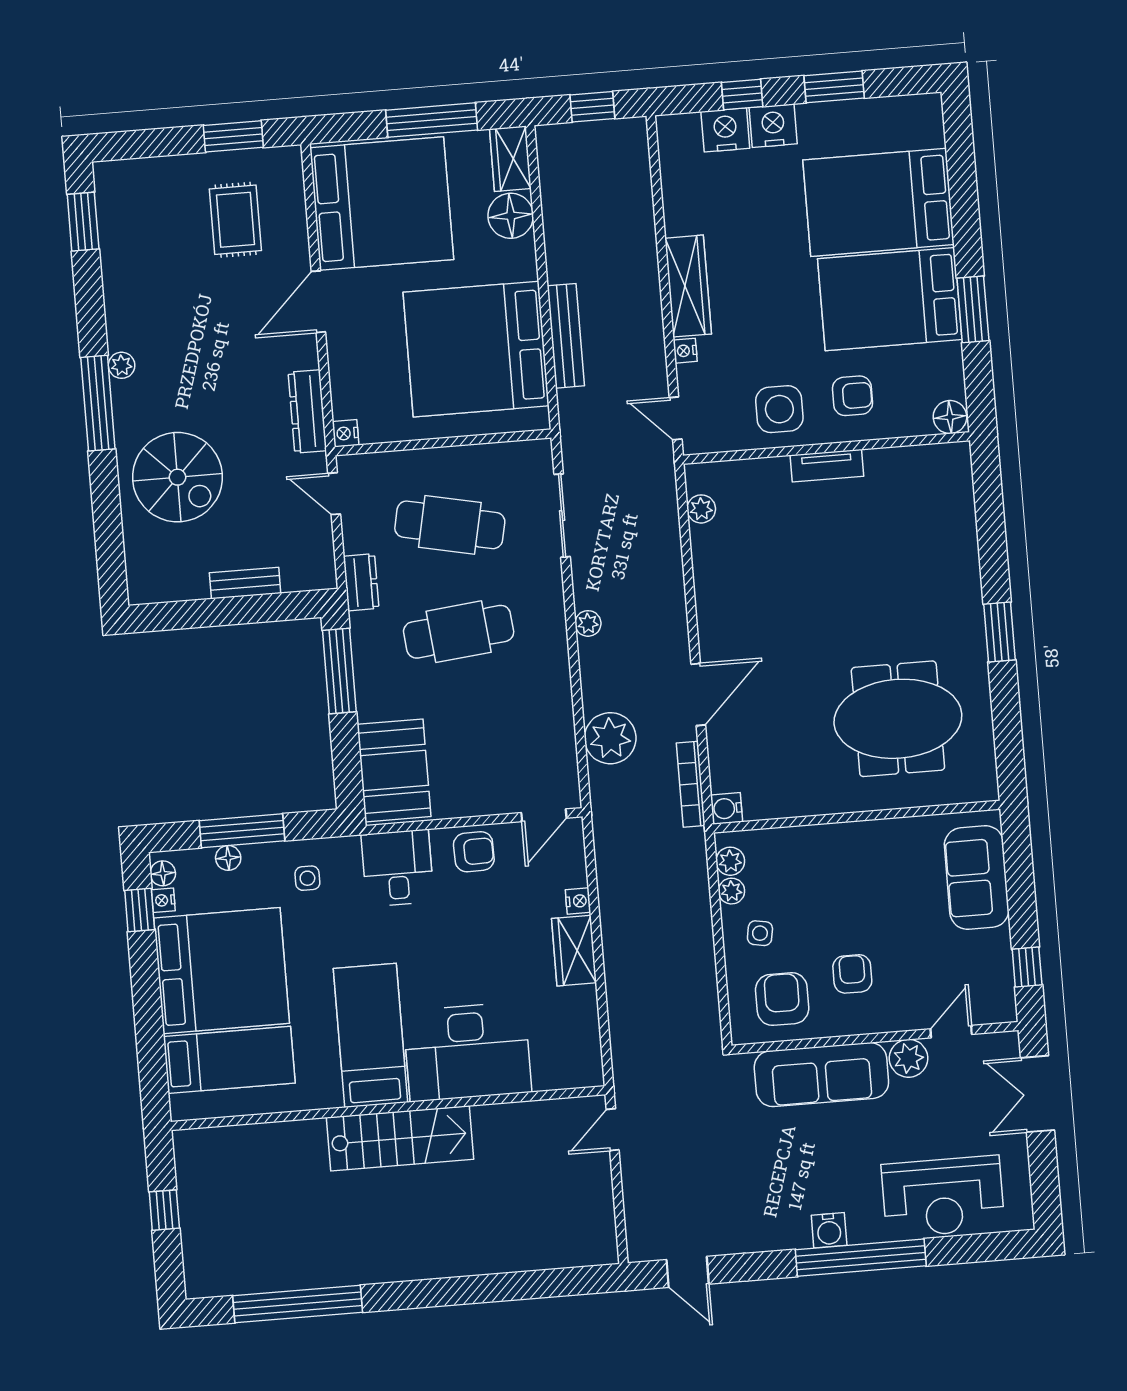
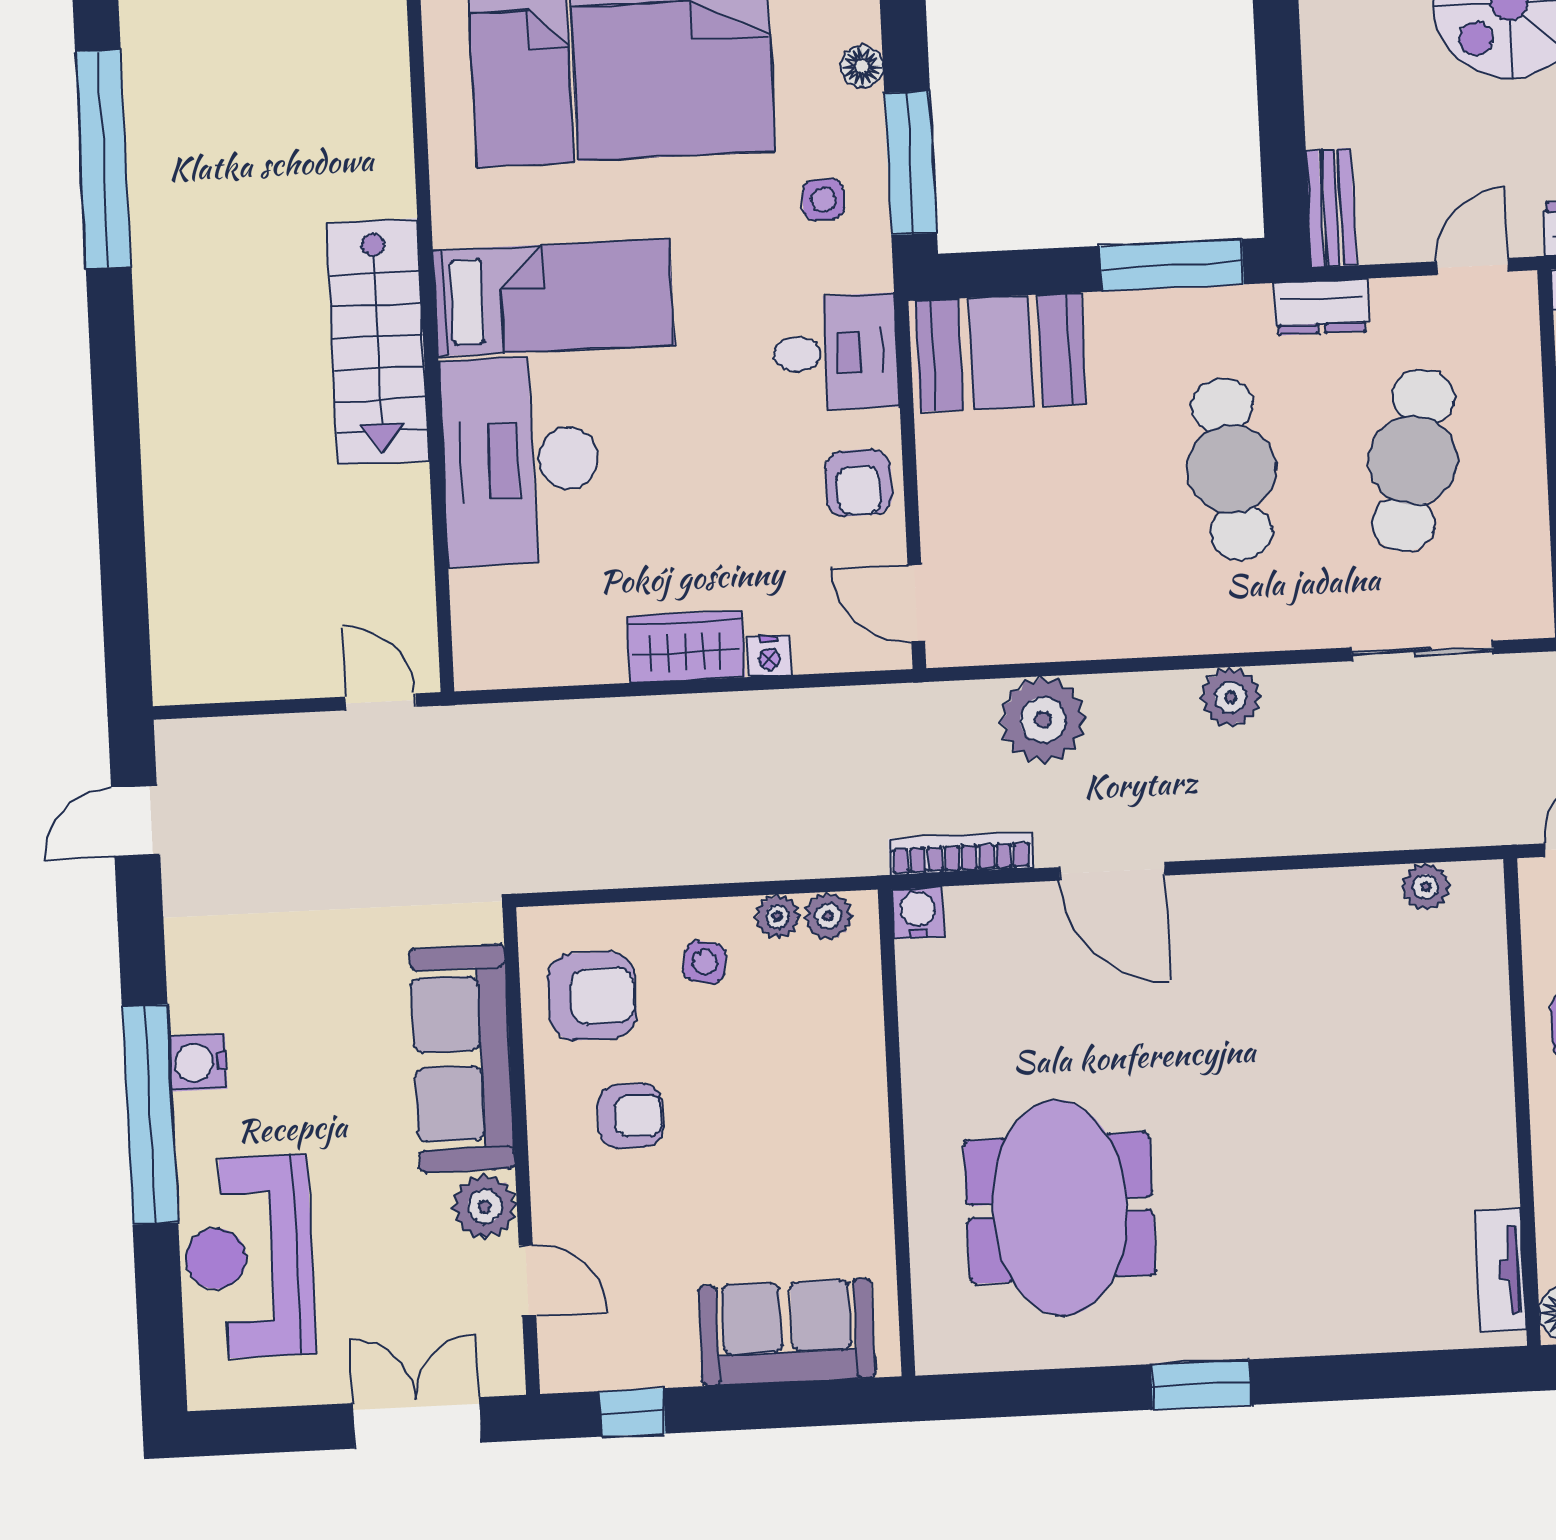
tv unit: (827, 466) -> (1500, 1270), moved
bench: (245, 583) -> (1331, 208), moved
plant: (588, 623) -> (1231, 697), width x1.38, depth x1.38
window: (242, 831) -> (911, 163), moved

